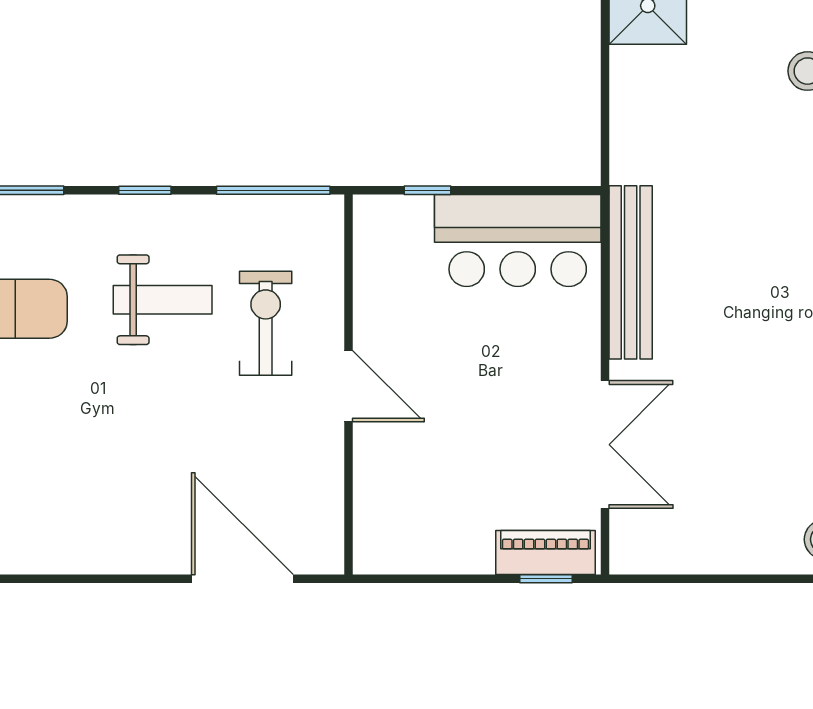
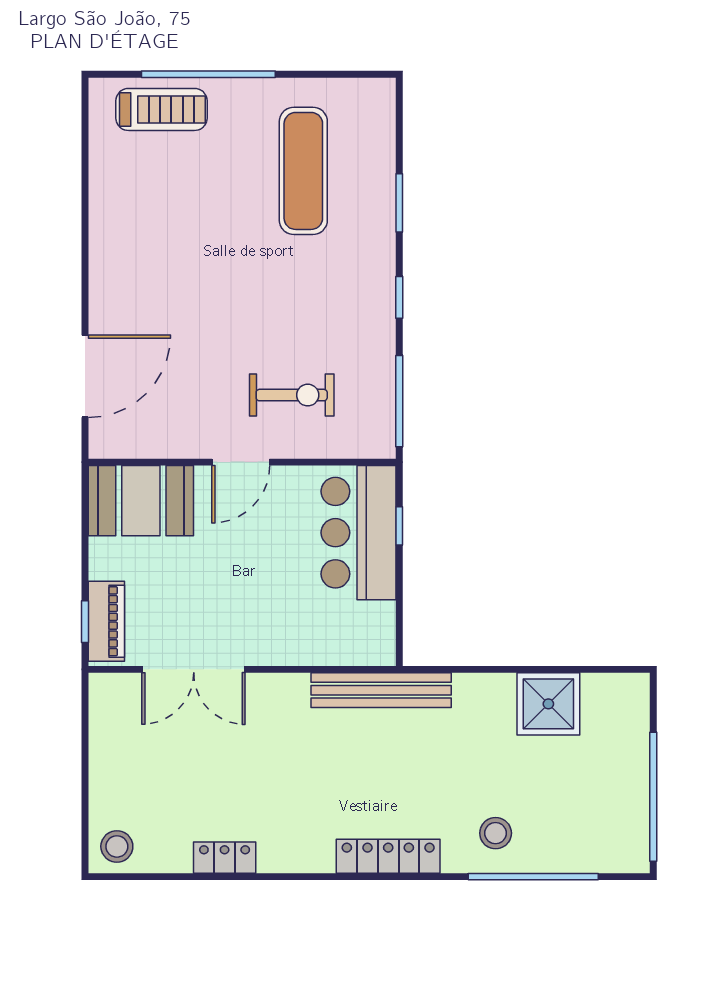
bar counter: (518, 240) -> (359, 533), moved
bench: (631, 272) -> (381, 690), moved
weight bench: (163, 300) -> (311, 312), removed
booth: (396, 510) -> (141, 501), added

